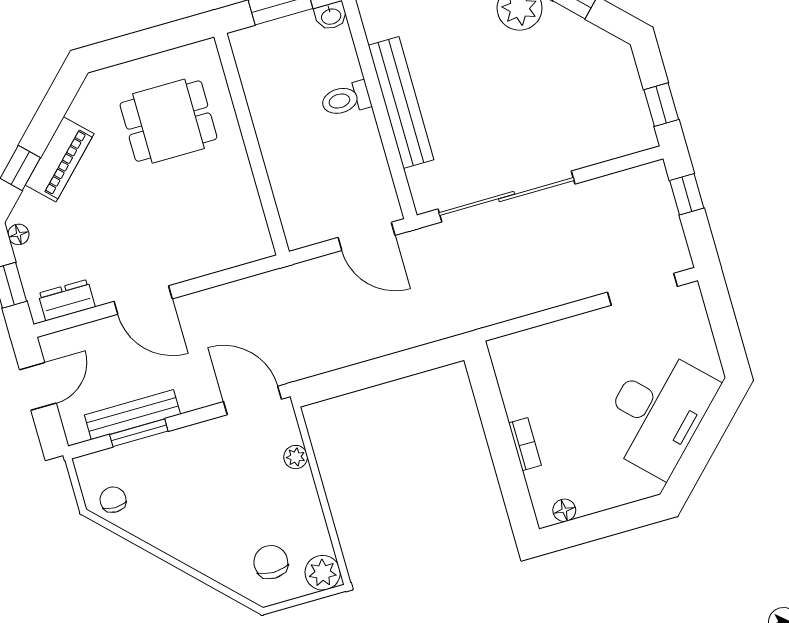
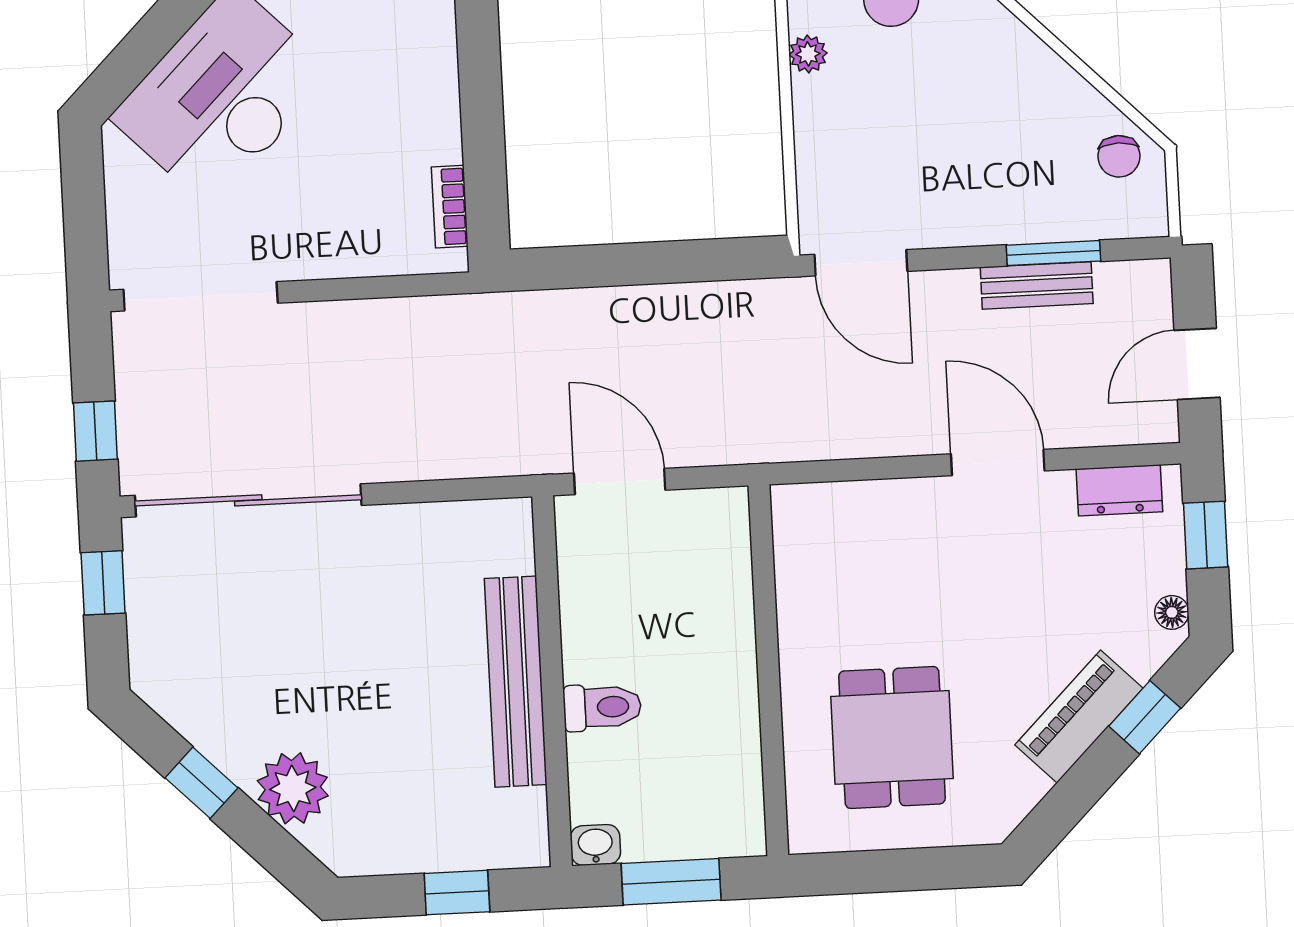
dining table: (168, 121) -> (892, 737), turned 90
sliding door: (507, 197) -> (248, 500), moved
doorway: (643, 289) -> (201, 296), width x1.36
bench: (132, 415) -> (1037, 285), width x0.73
bookcase: (525, 444) -> (450, 207), moved
plant: (296, 457) -> (808, 54), moved

